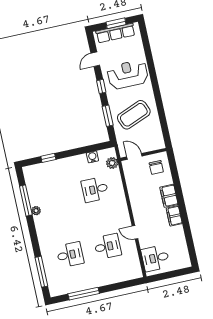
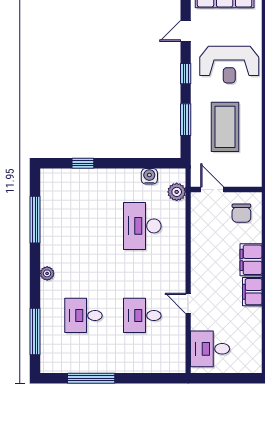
reception desk: (128, 75) -> (229, 65), turned 180
coffee table: (134, 115) -> (225, 127), turned -68
desk: (95, 189) -> (142, 226), width x1.37
plant: (36, 211) -> (47, 273), moved
desk: (108, 246) -> (142, 315), turned 180
desk: (70, 255) -> (83, 315), turned 180

